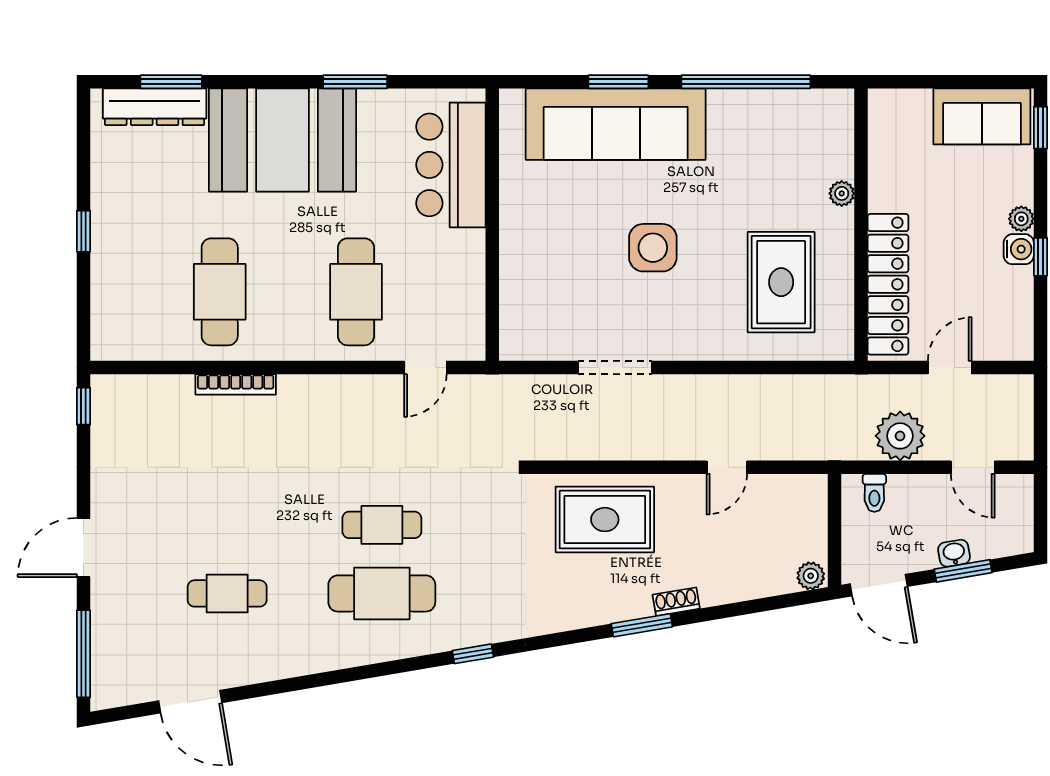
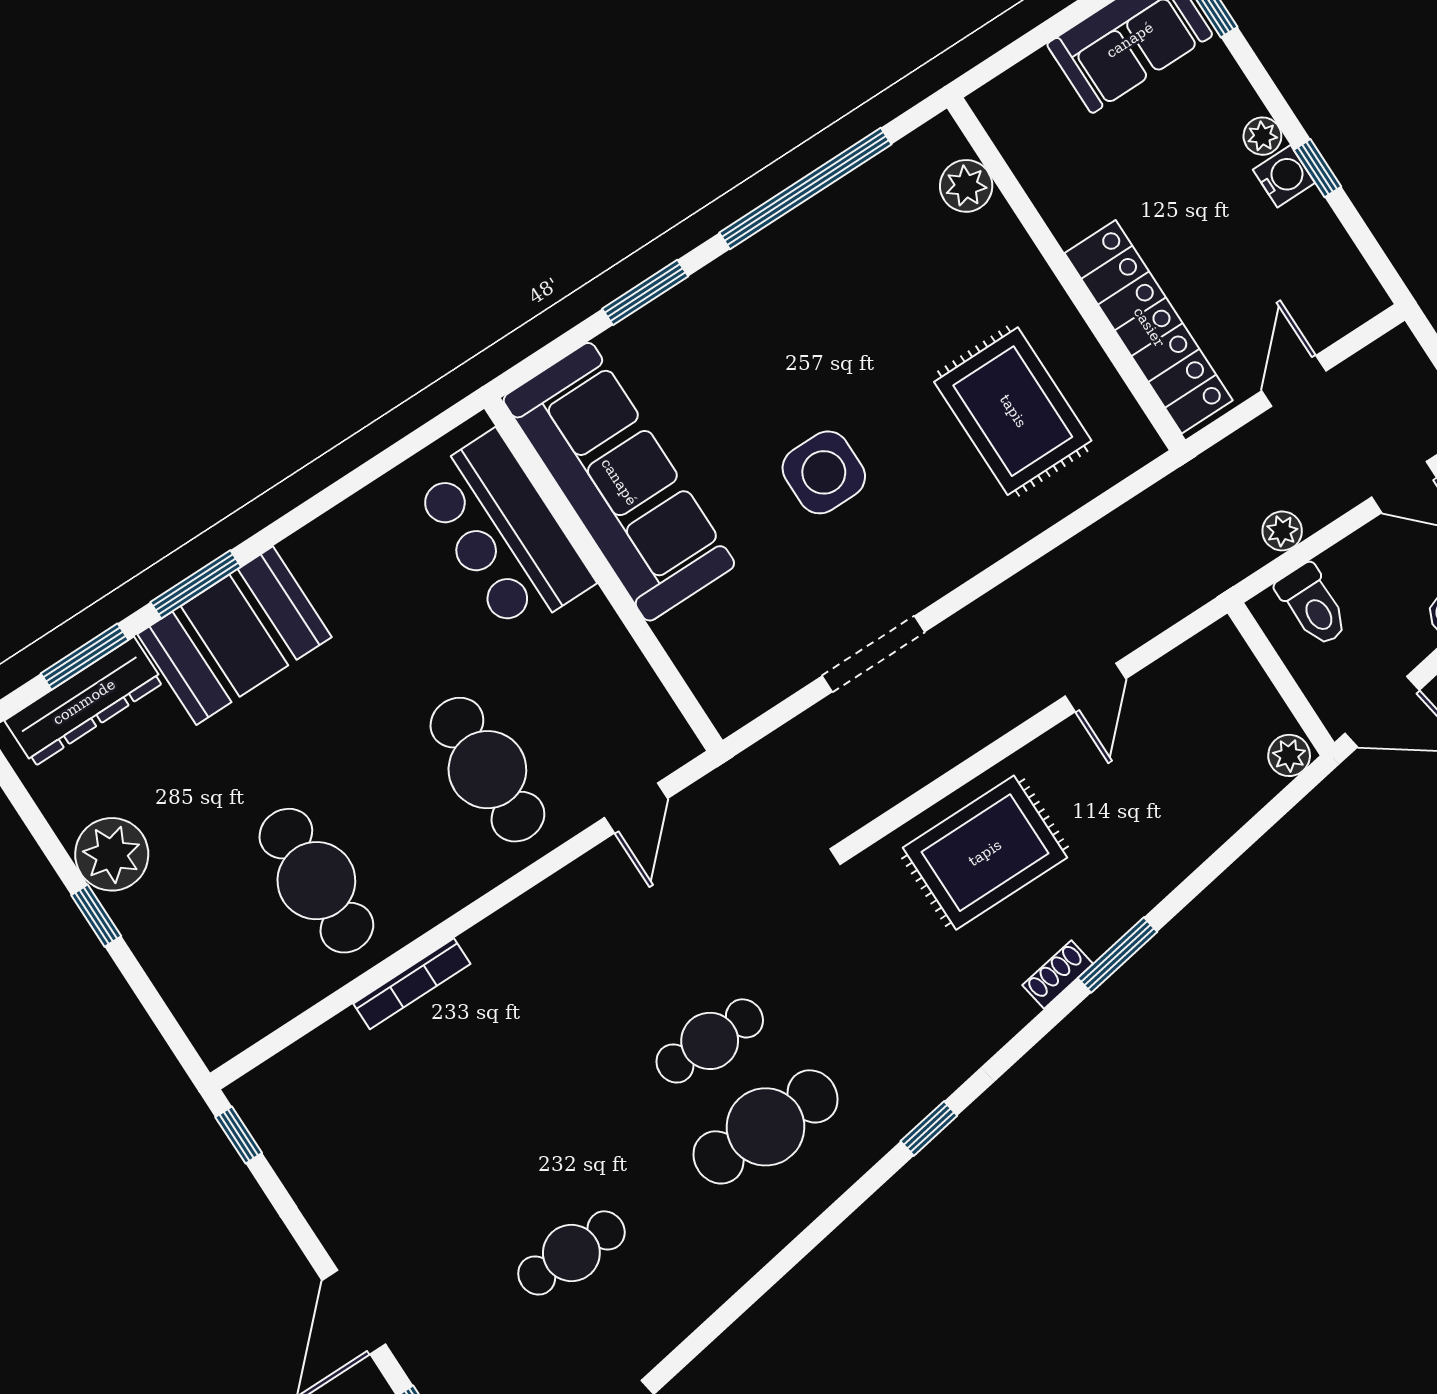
window: (355, 82) -> (196, 584), moved
sofa: (616, 124) -> (619, 482), moved, turned -90
booth: (282, 140) -> (235, 636), width x0.73, depth x0.70
plant: (842, 193) -> (966, 186), moved, width x1.38, depth x1.38
plant: (115, 203) -> (112, 854), added
plant: (900, 436) -> (1282, 531), width x0.53, depth x0.53
toilet: (874, 493) -> (1313, 605), width x1.37, depth x1.39
shoe rack: (676, 602) -> (1058, 974), moved

